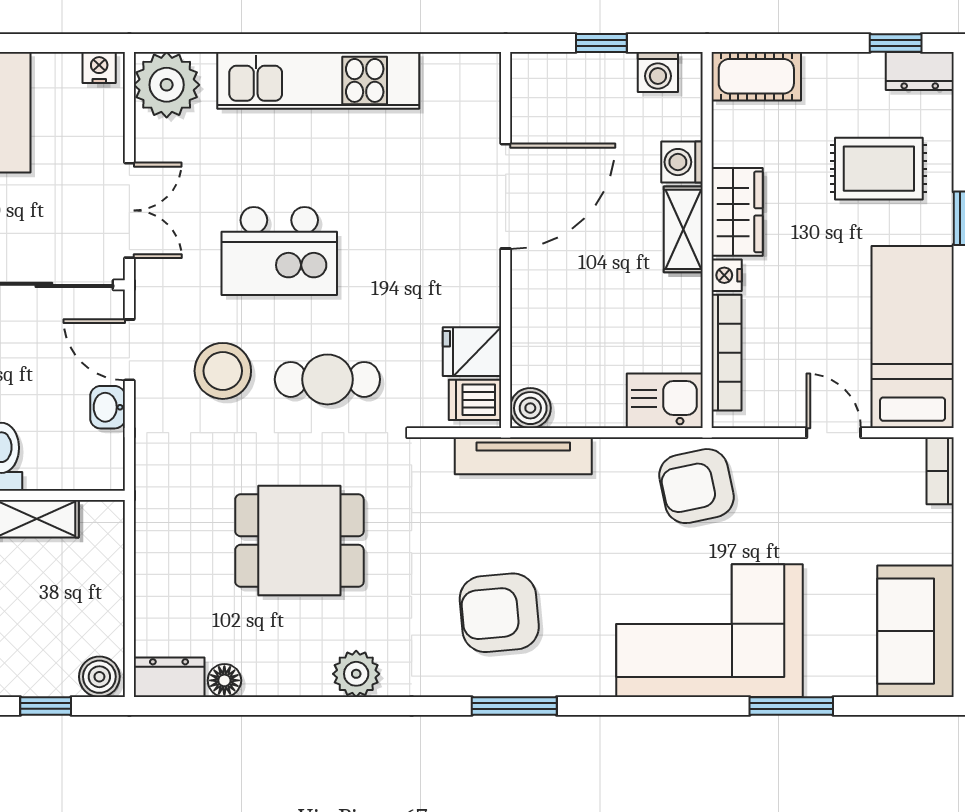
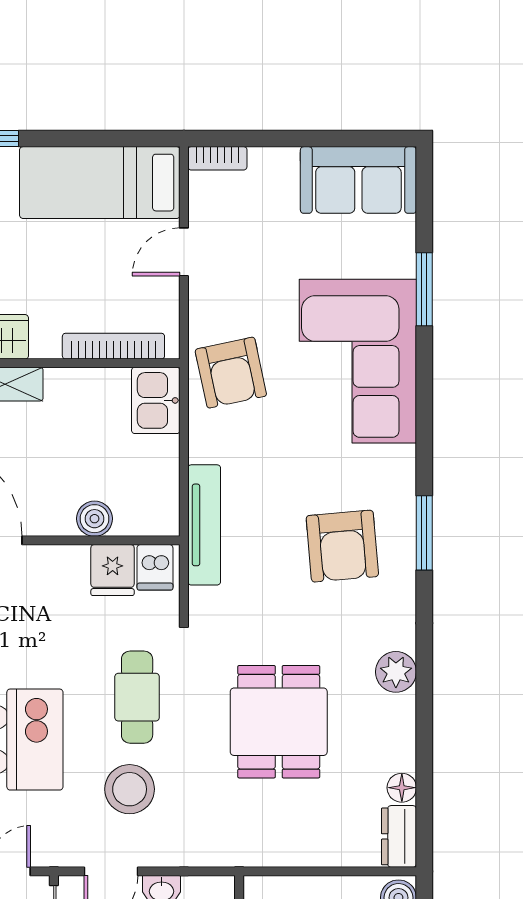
nightstand: (727, 275) -> (45, 346), removed
boiler: (530, 408) -> (94, 519), moved

